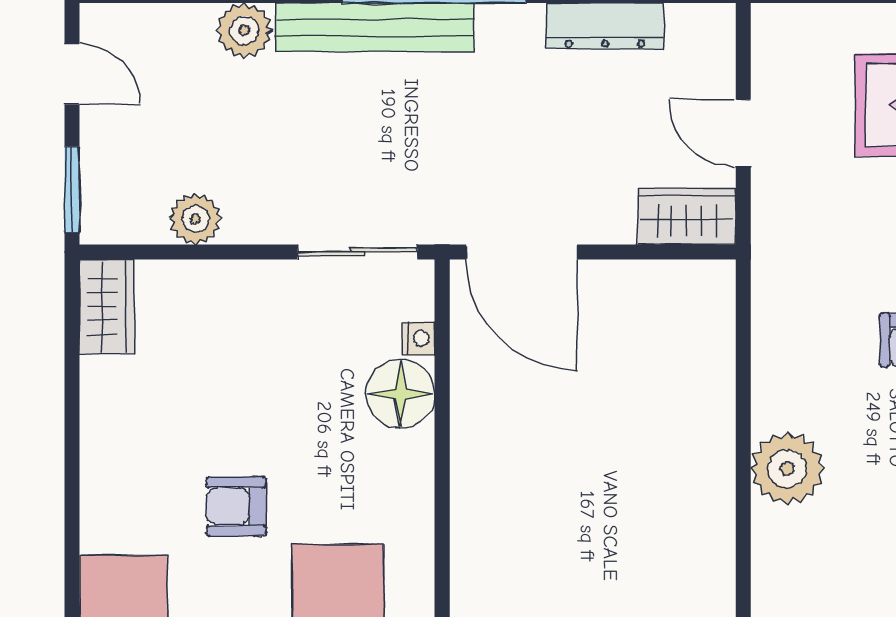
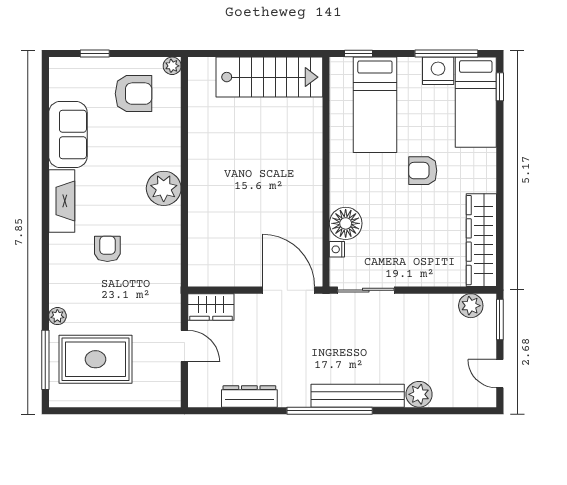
plant: (195, 219) -> (471, 306), moved
wardrobe: (107, 307) -> (481, 240), width x2.10, depth x1.17
armchair: (236, 506) -> (423, 171), turned 180

